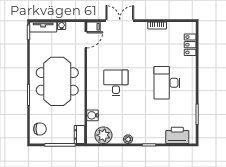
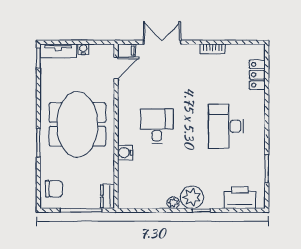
water cooler: (93, 115) -> (125, 153), moved
plant: (103, 135) -> (192, 197), moved

